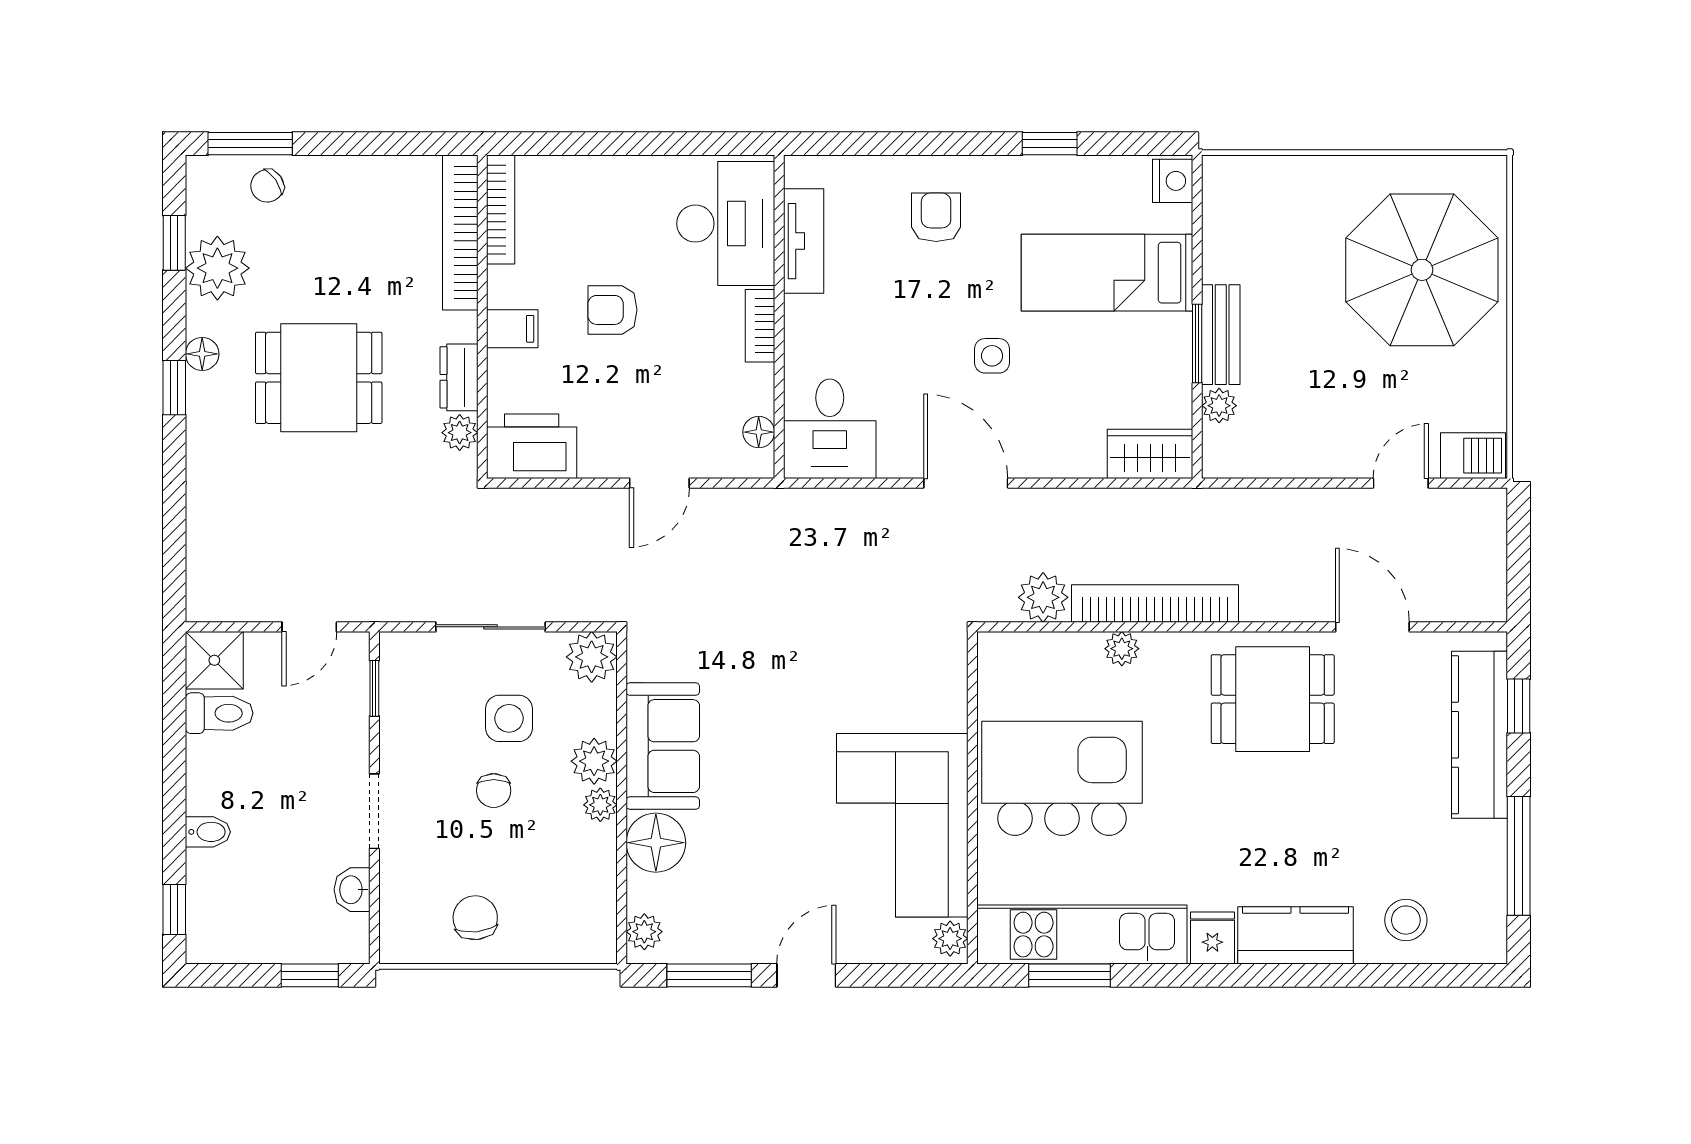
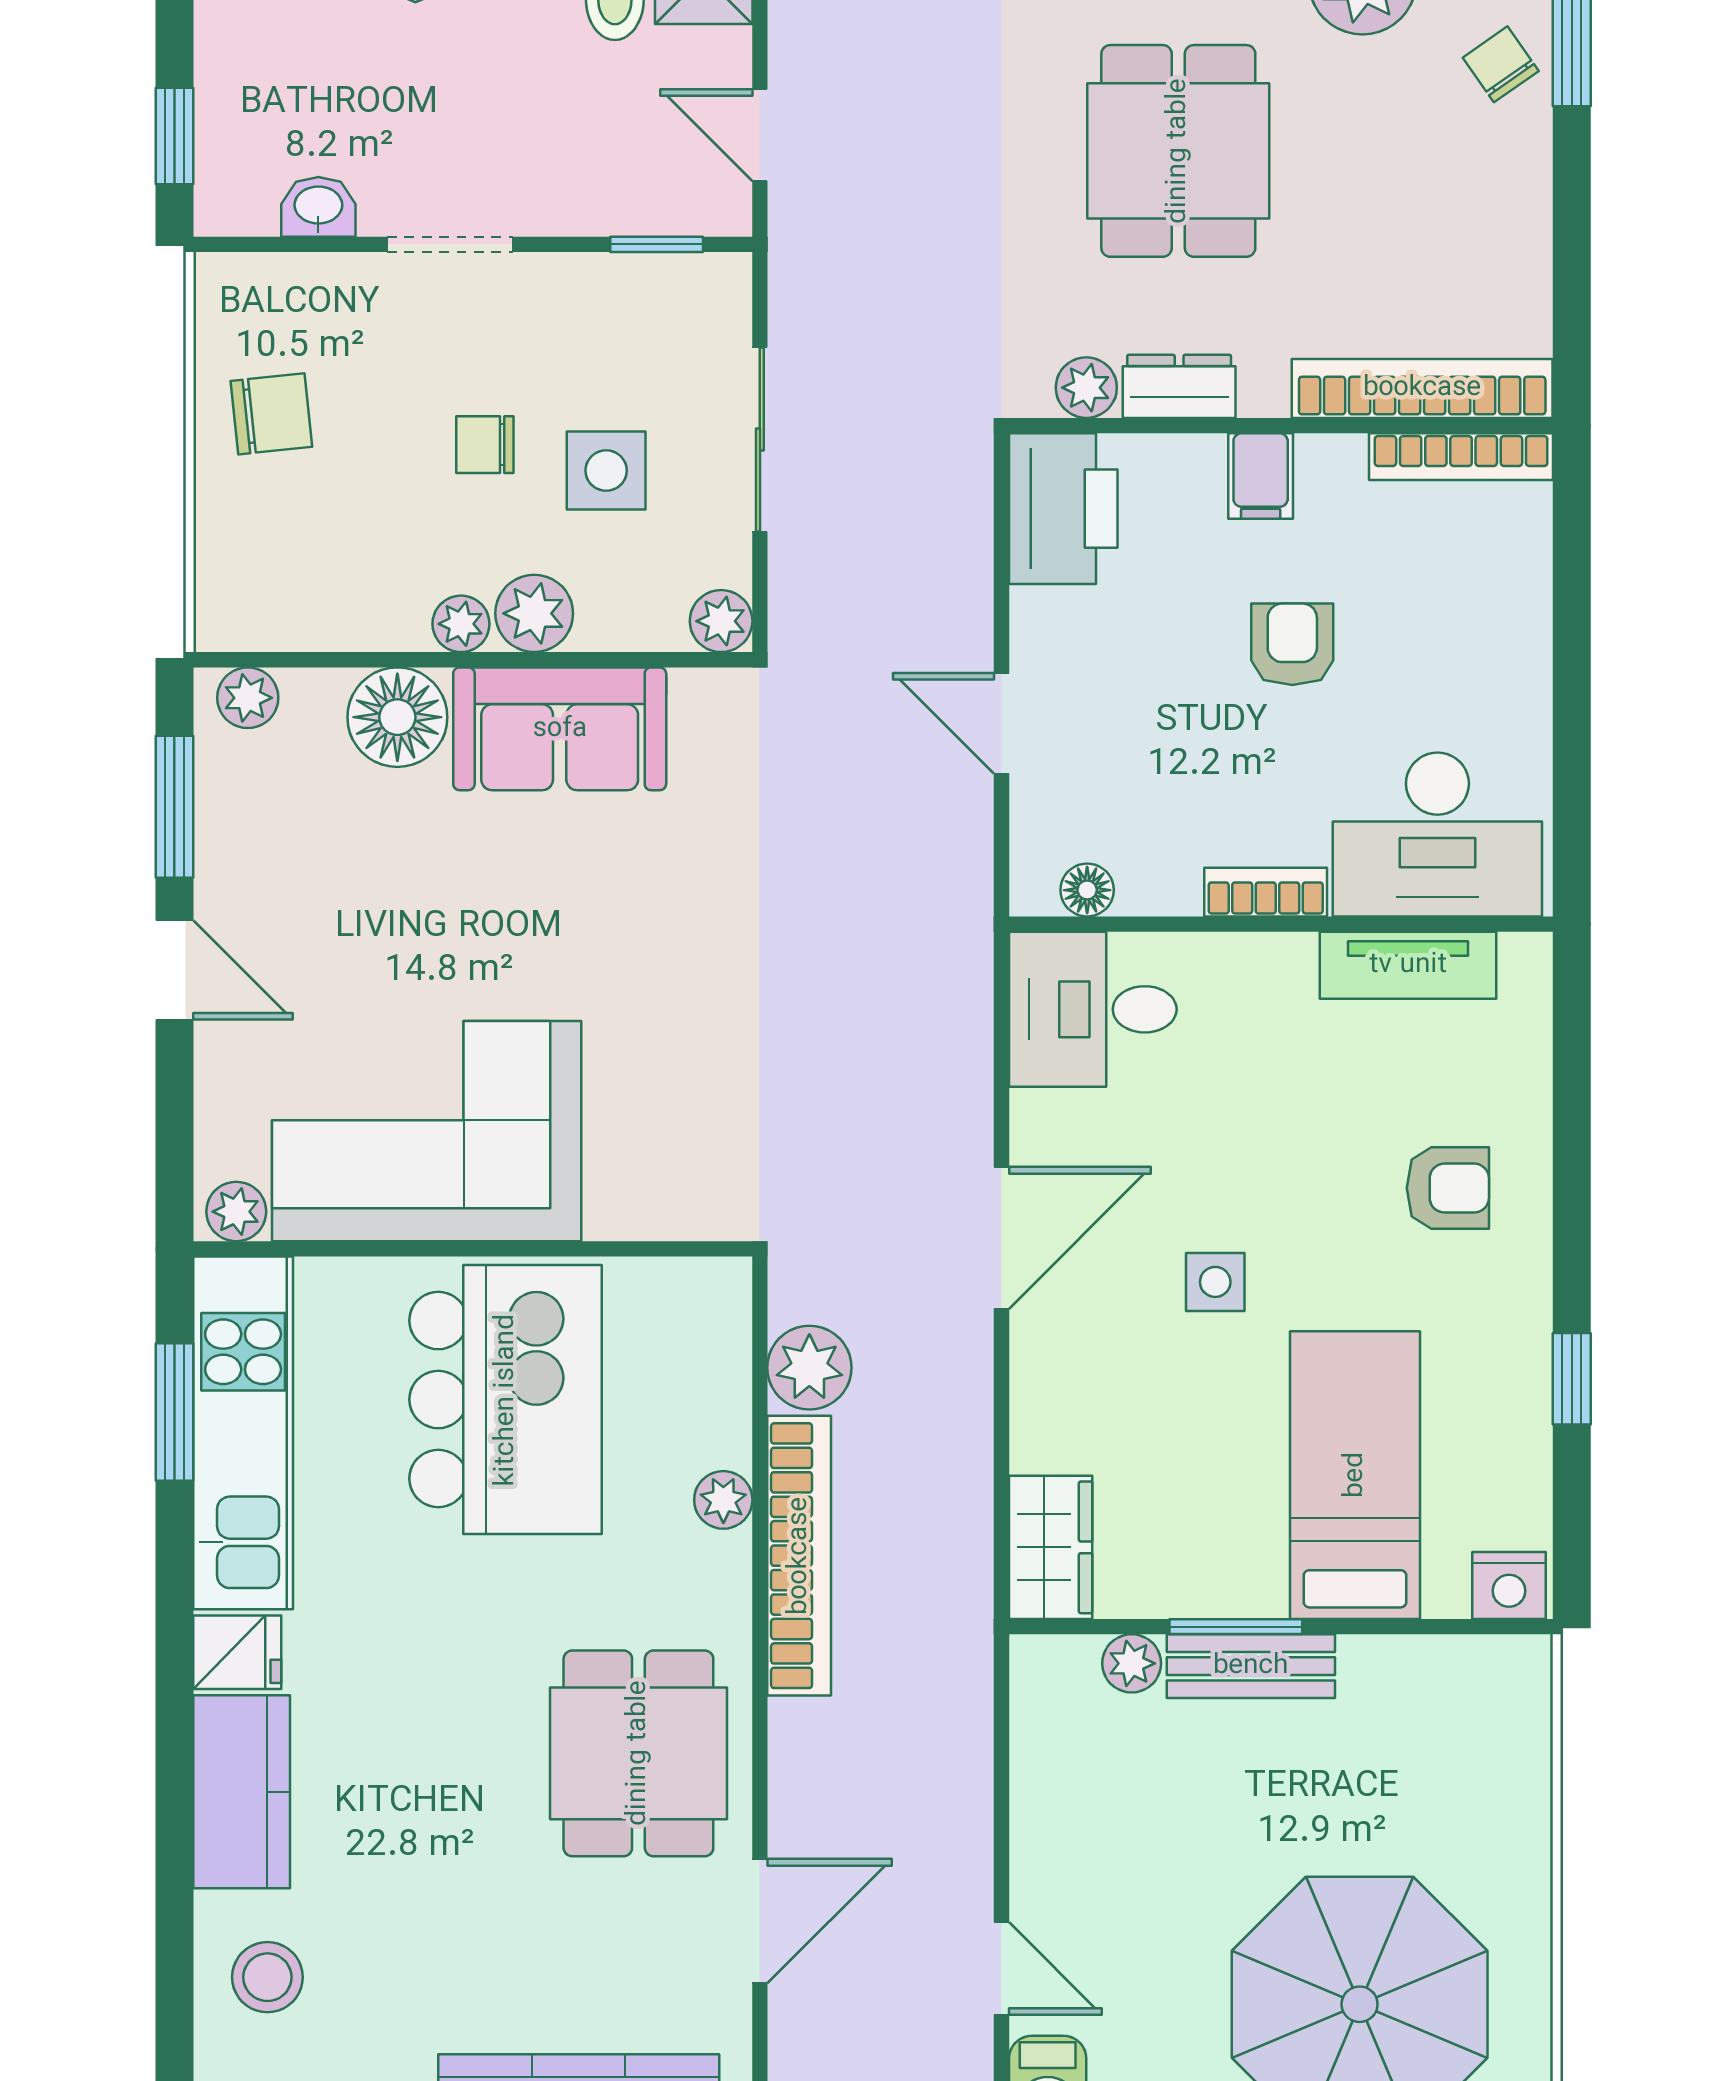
plant: (592, 657) -> (721, 621), width x0.73, depth x0.73

